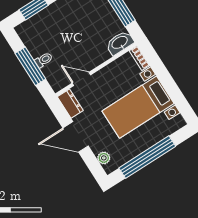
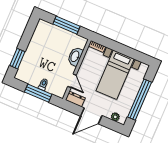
washbasin: (120, 43) -> (75, 56), moved
door: (81, 79) -> (72, 81), swing flipped

